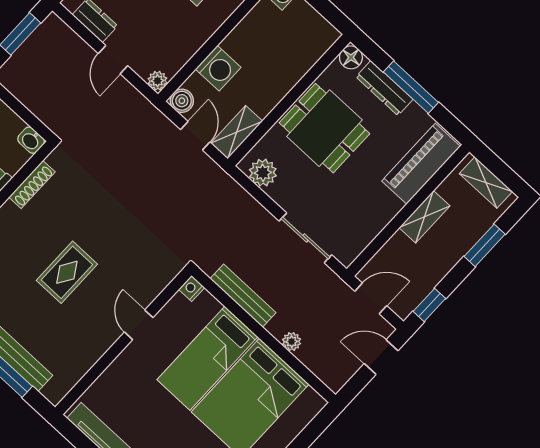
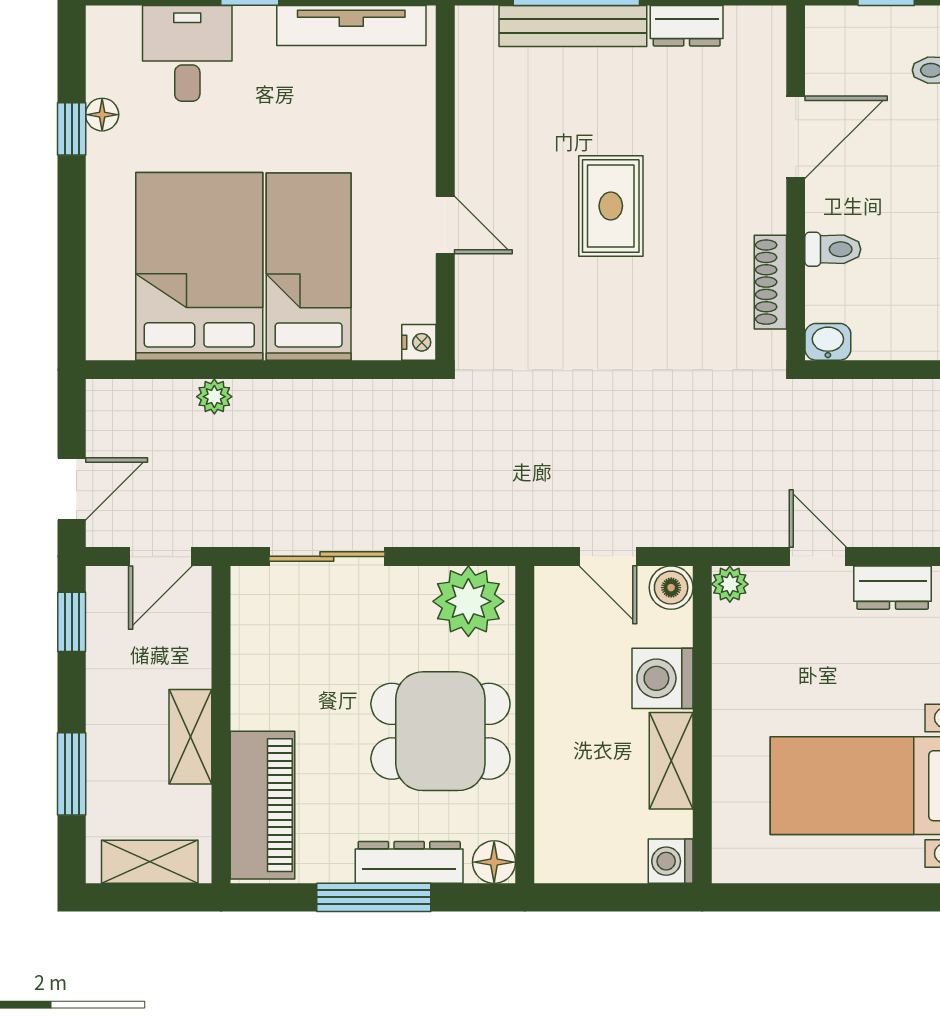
shelving: (237, 132) -> (671, 761), moved
plant: (263, 173) -> (468, 601), width x1.36, depth x1.36
bench: (243, 296) -> (339, 398), removed

